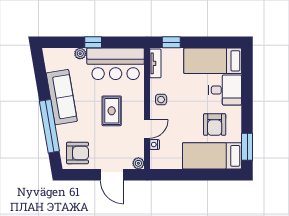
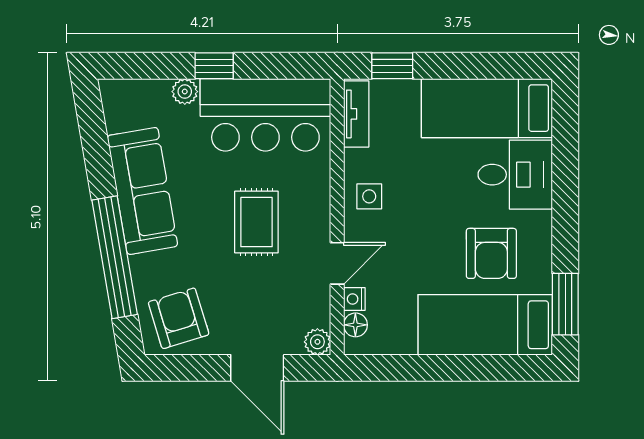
armchair: (77, 153) -> (179, 318), turned -107
floor lamp: (155, 156) -> (355, 325), added

